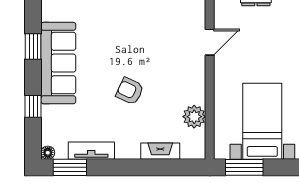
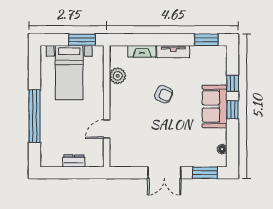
window: (33, 46) -> (233, 110), moved
sofa: (58, 63) -> (215, 106), width x0.73
tv unit: (91, 151) -> (173, 52), moved
floor lamp: (48, 153) -> (222, 149), moved

